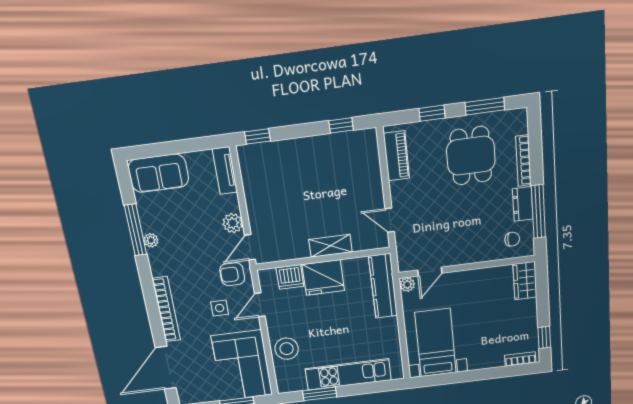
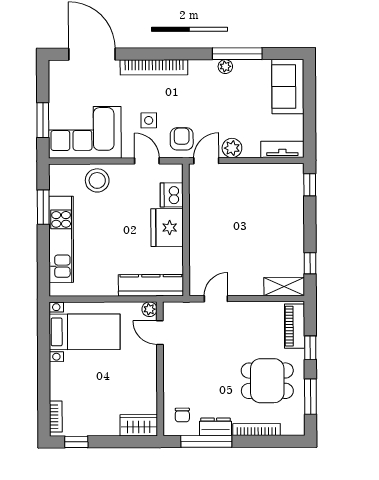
piano: (396, 156) -> (295, 326), moved, turned 90
shelving: (331, 246) -> (284, 287), moved, turned 90
door: (250, 247) -> (206, 161), hinge flipped

